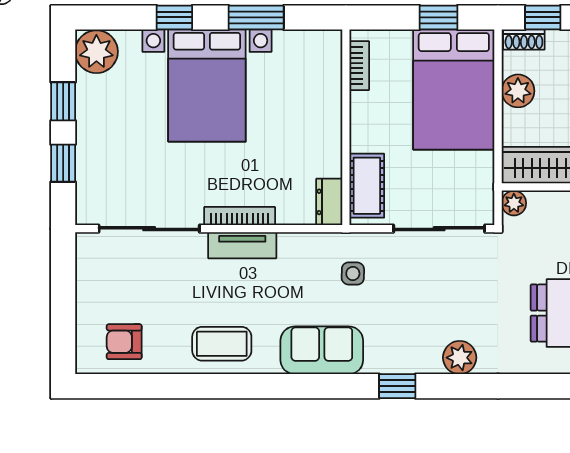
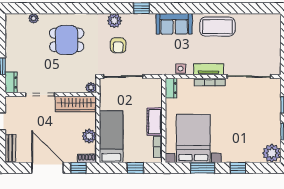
window: (439, 17) -> (135, 168), moved
bed with nightstands: (207, 86) -> (193, 138), moved
bed: (454, 90) -> (111, 137), width x0.67
cot: (367, 186) -> (155, 122), moved
side table: (353, 273) -> (181, 69), moved
armchair: (124, 342) -> (118, 45), moved, turned 90
coffee table: (222, 344) -> (217, 27), width x1.36, depth x1.32

